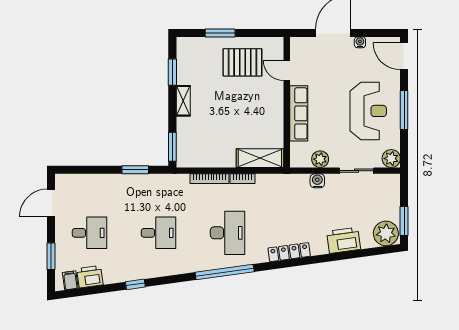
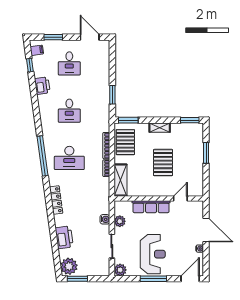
pallet: (242, 62) -> (163, 163), moved
window: (172, 72) -> (190, 120), moved
reception desk: (368, 111) -> (153, 254), turned -90
pallet: (204, 151) -> (125, 142), added
printer: (90, 277) -> (42, 86), moved
window: (135, 284) -> (30, 65), moved

